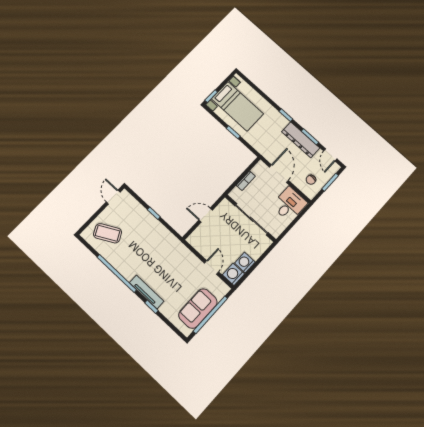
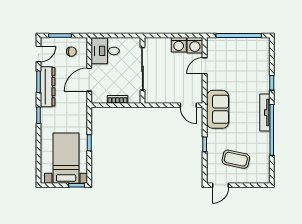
door: (206, 215) -> (188, 105), moved
coffee table: (108, 233) -> (236, 159), moved, turned -50
tv unit: (147, 292) -> (265, 113), moved
sofa: (198, 309) -> (218, 109), moved, turned -90

